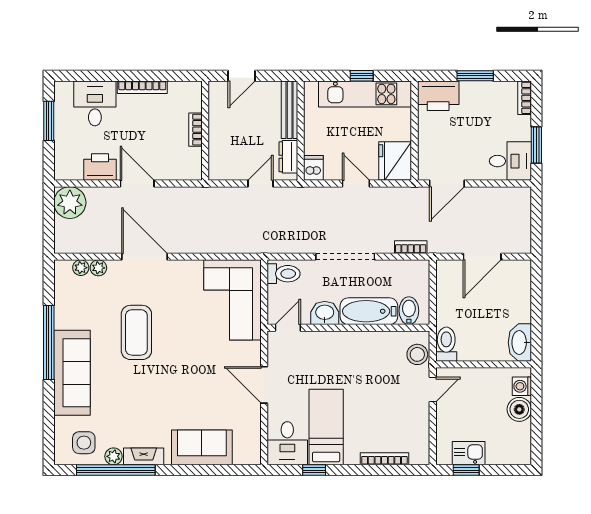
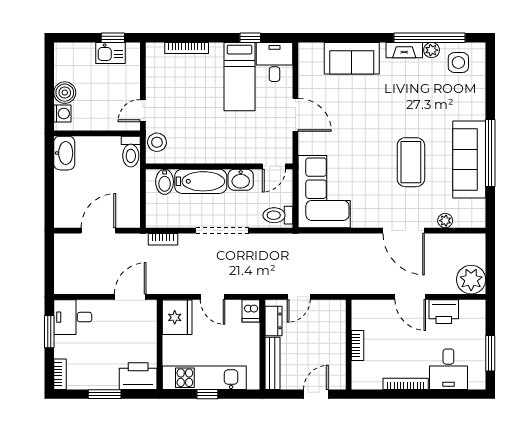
plant: (81, 268) -> (461, 221), removed
sofa: (72, 373) -> (469, 159), moved

